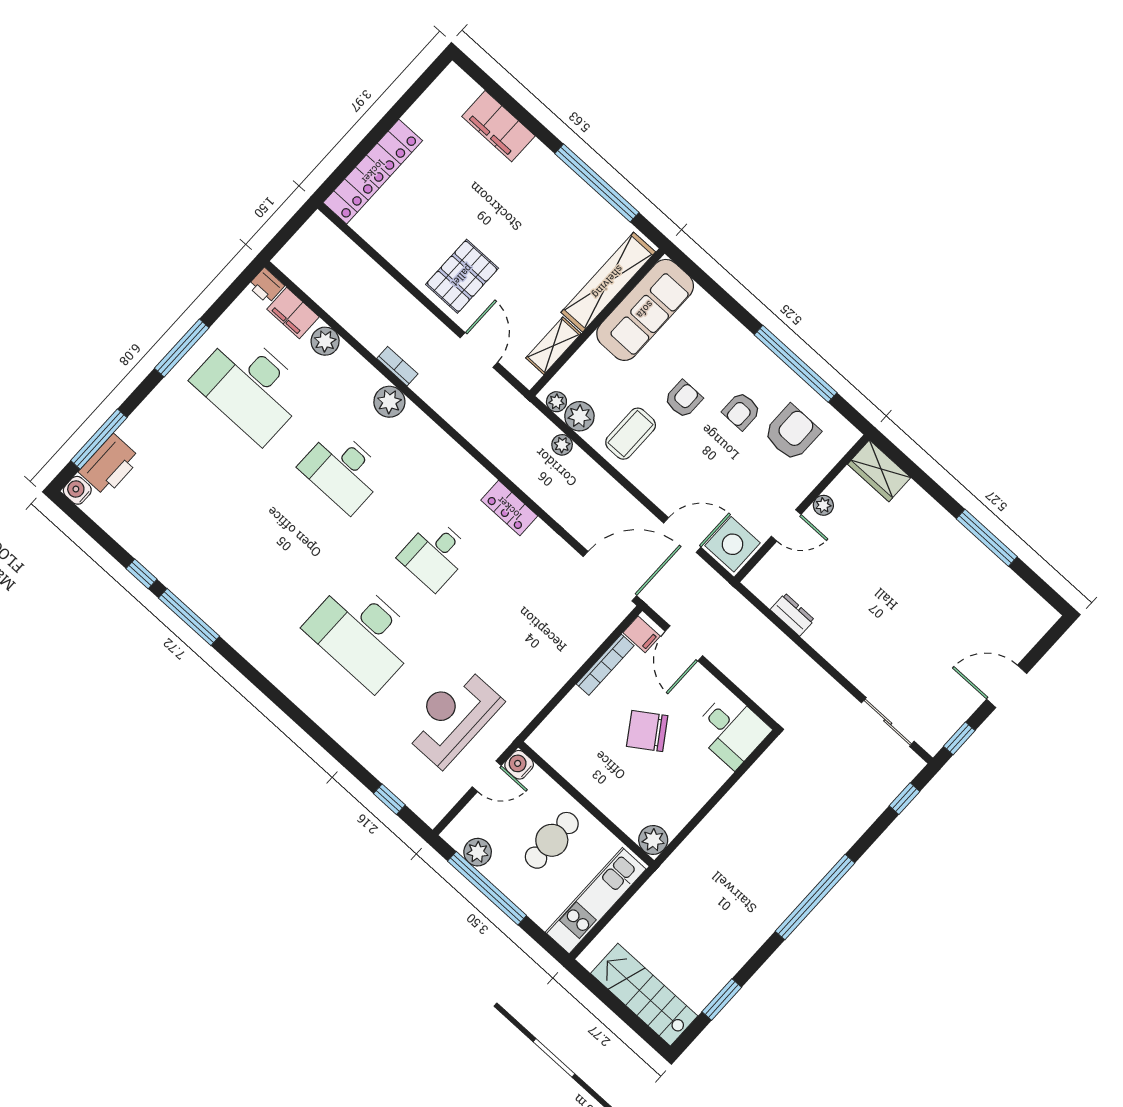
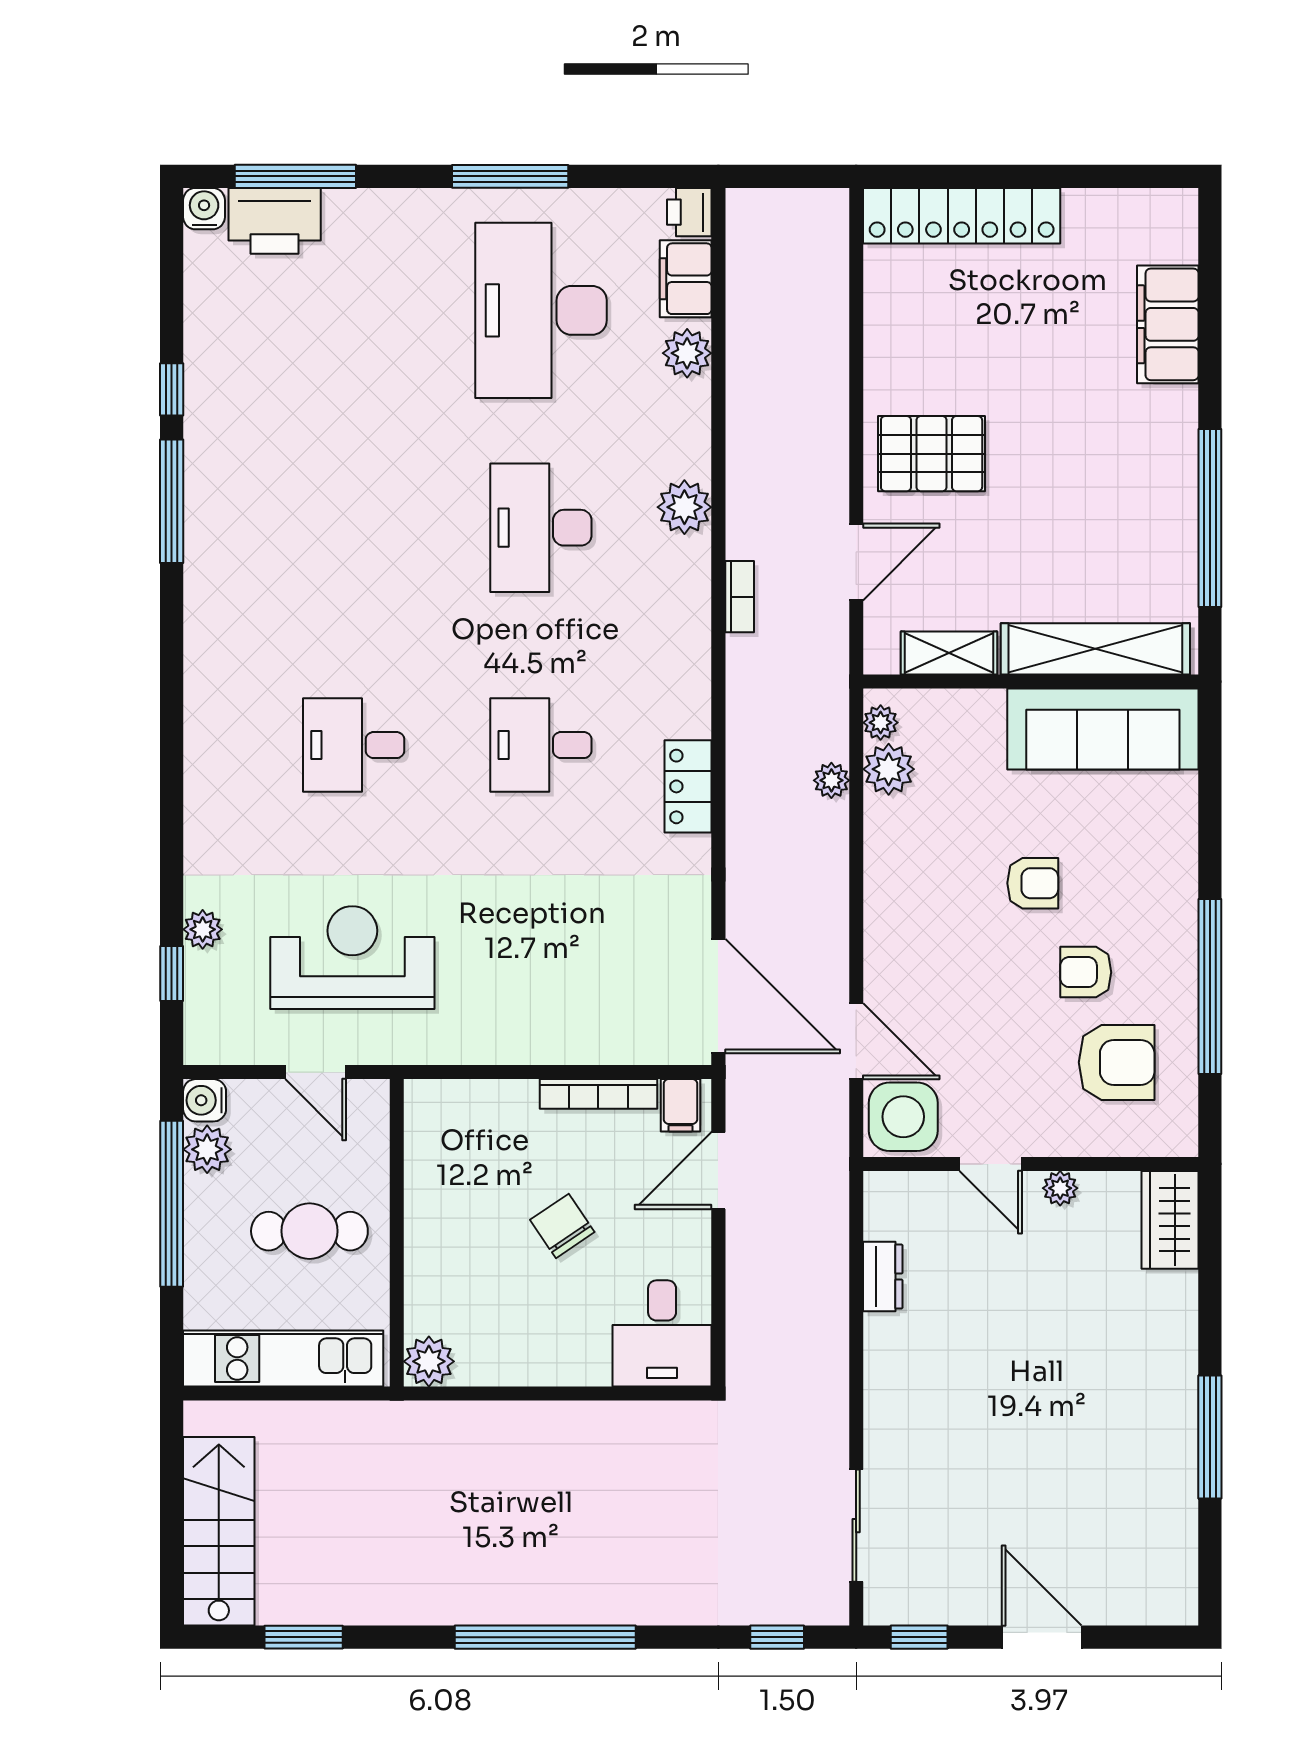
bookcase: (397, 366) -> (740, 597), moved
coffee table: (631, 434) -> (926, 856), removed
desk: (363, 634) -> (354, 745), width x0.53, depth x0.77
chair: (647, 731) -> (562, 1226), width x0.73, depth x0.73
water cooler: (519, 765) -> (205, 1100), moved, turned -90
plant: (383, 769) -> (203, 929), added

